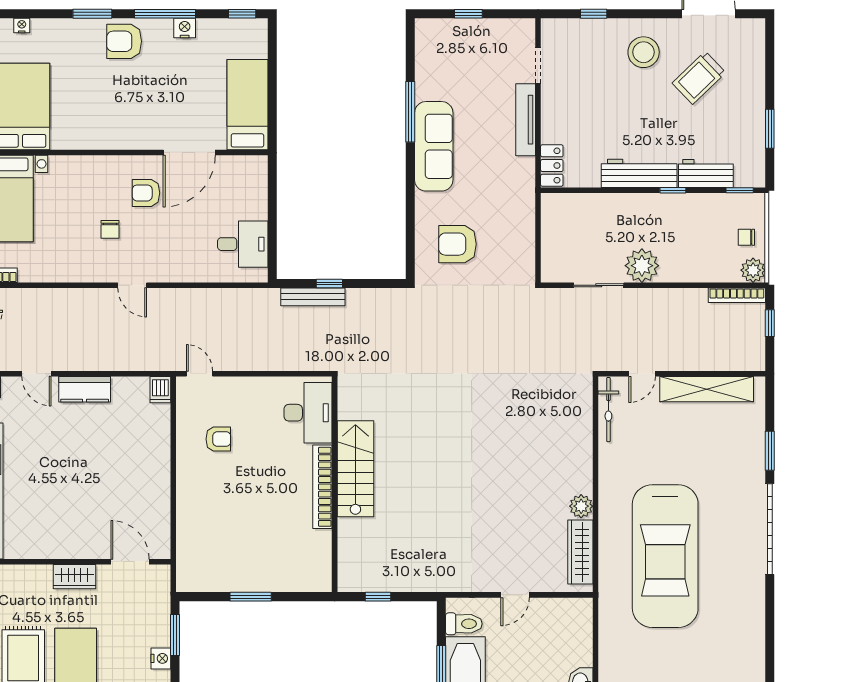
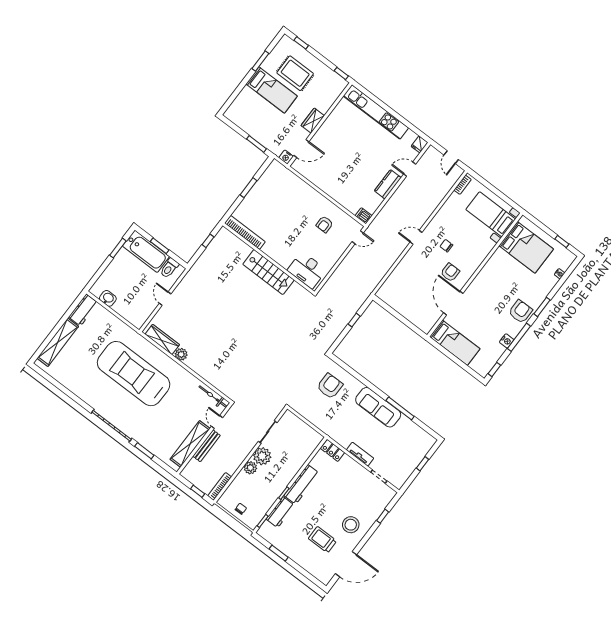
trolley: (699, 78) -> (322, 540), turned -46
tv unit: (526, 120) -> (360, 454), width x0.71
desk: (243, 244) -> (398, 296), removed
plant: (753, 270) -> (250, 468), moved
bench: (313, 297) -> (206, 446), moved
bookcase: (322, 487) -> (245, 232), moved
nightstand: (161, 658) -> (286, 157), moved

